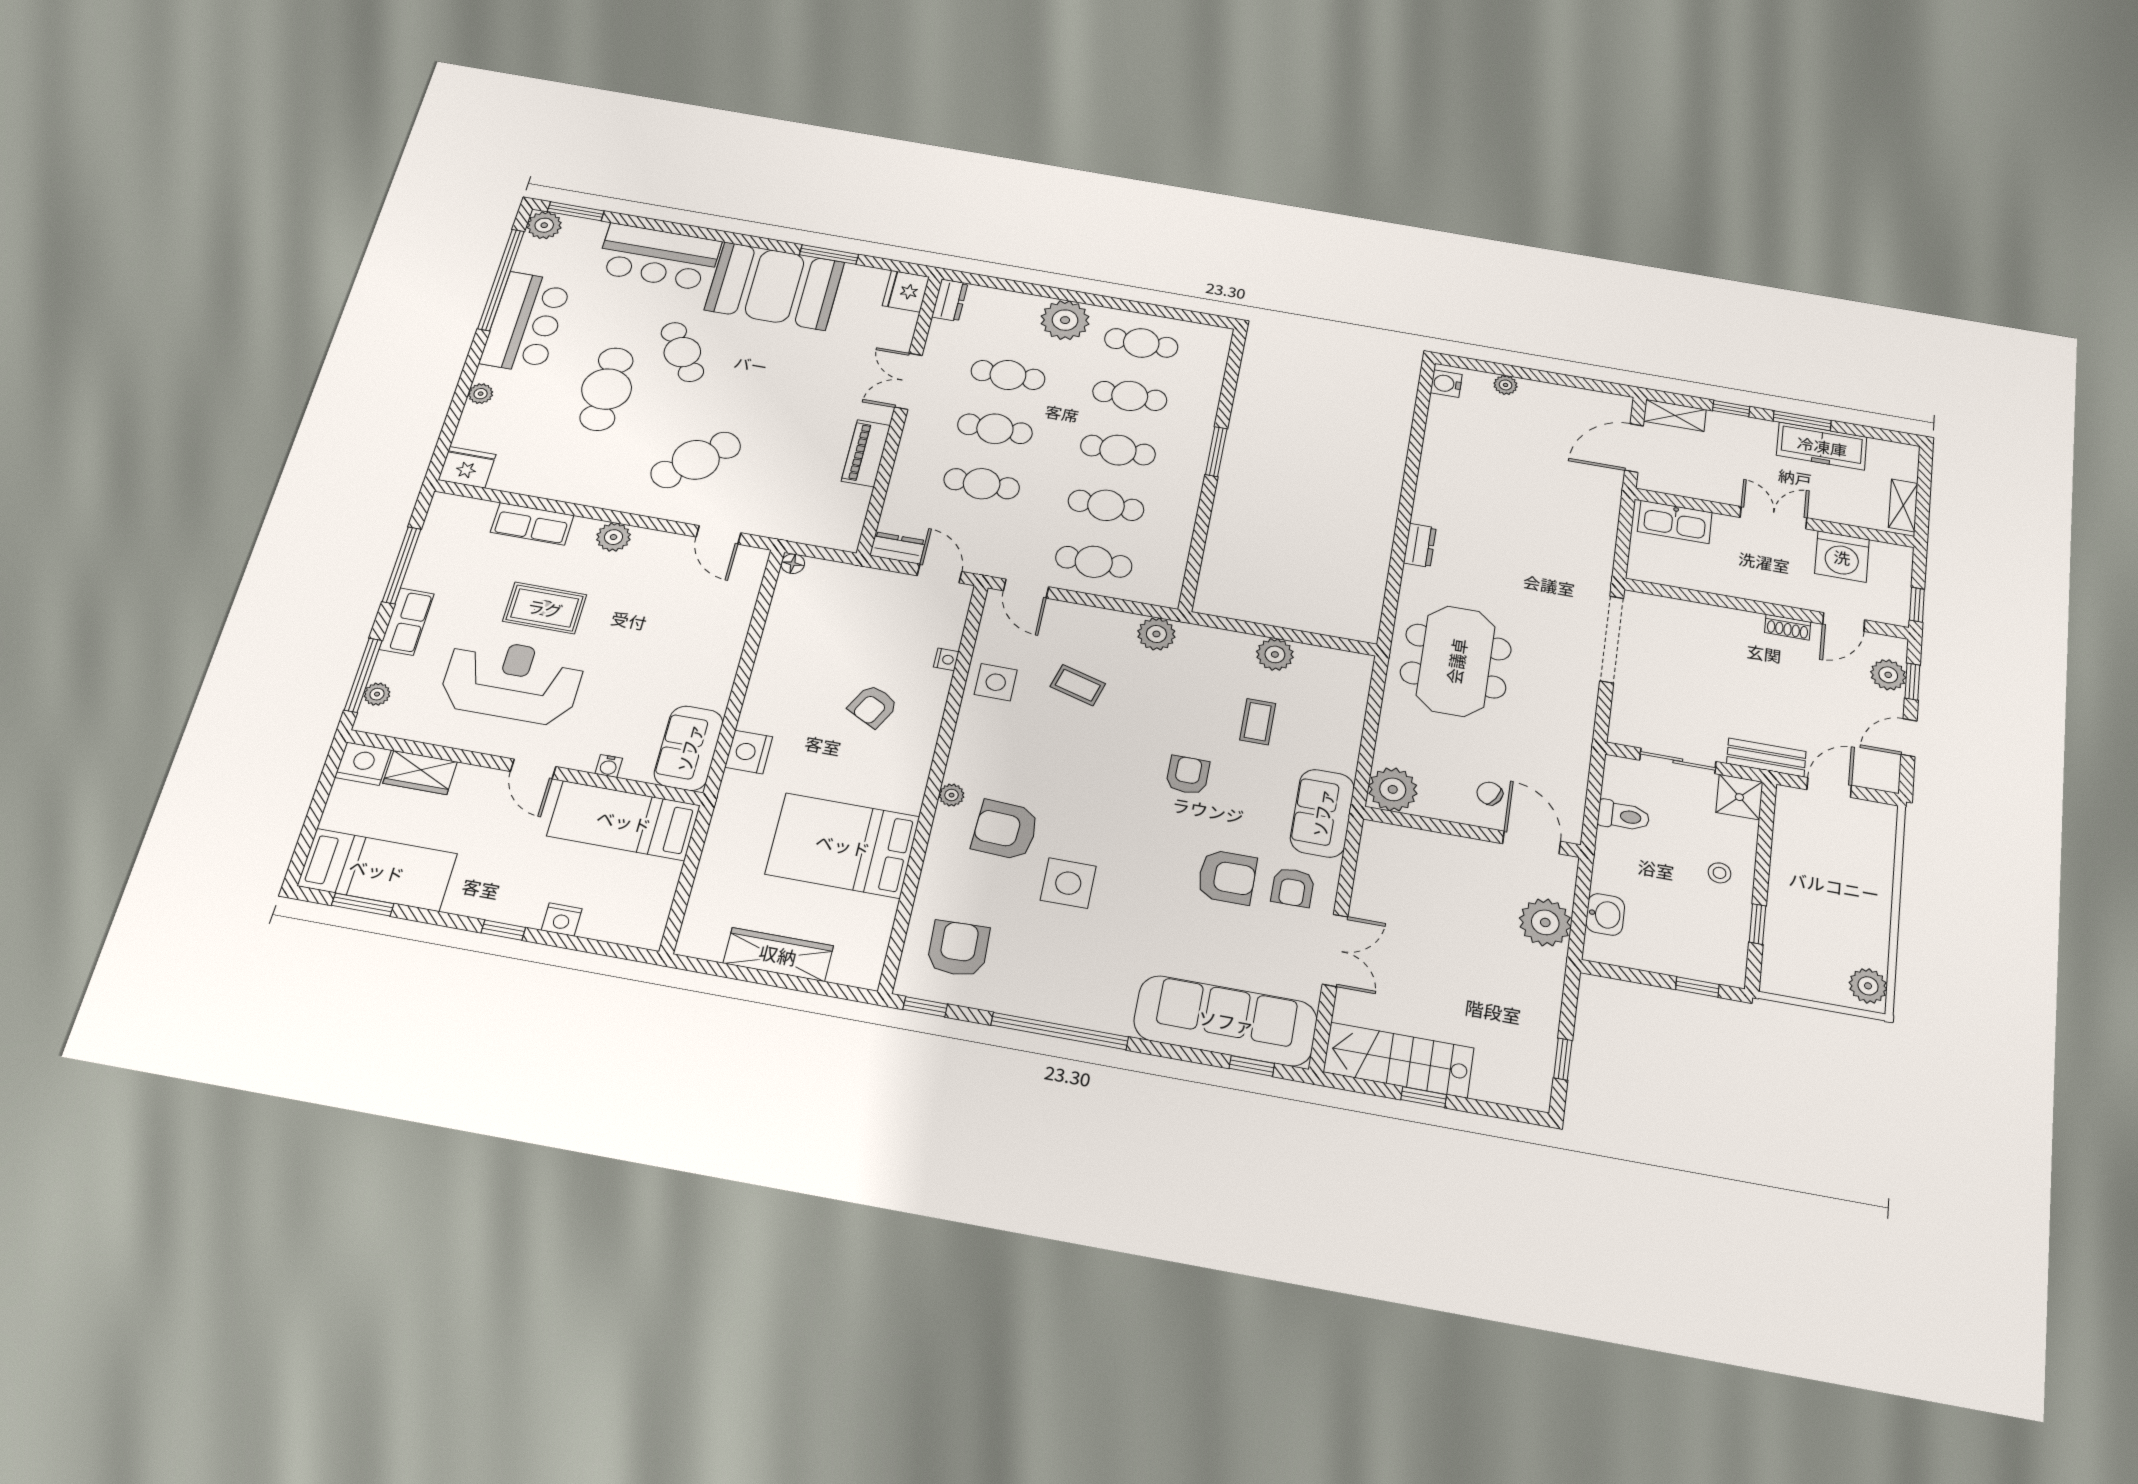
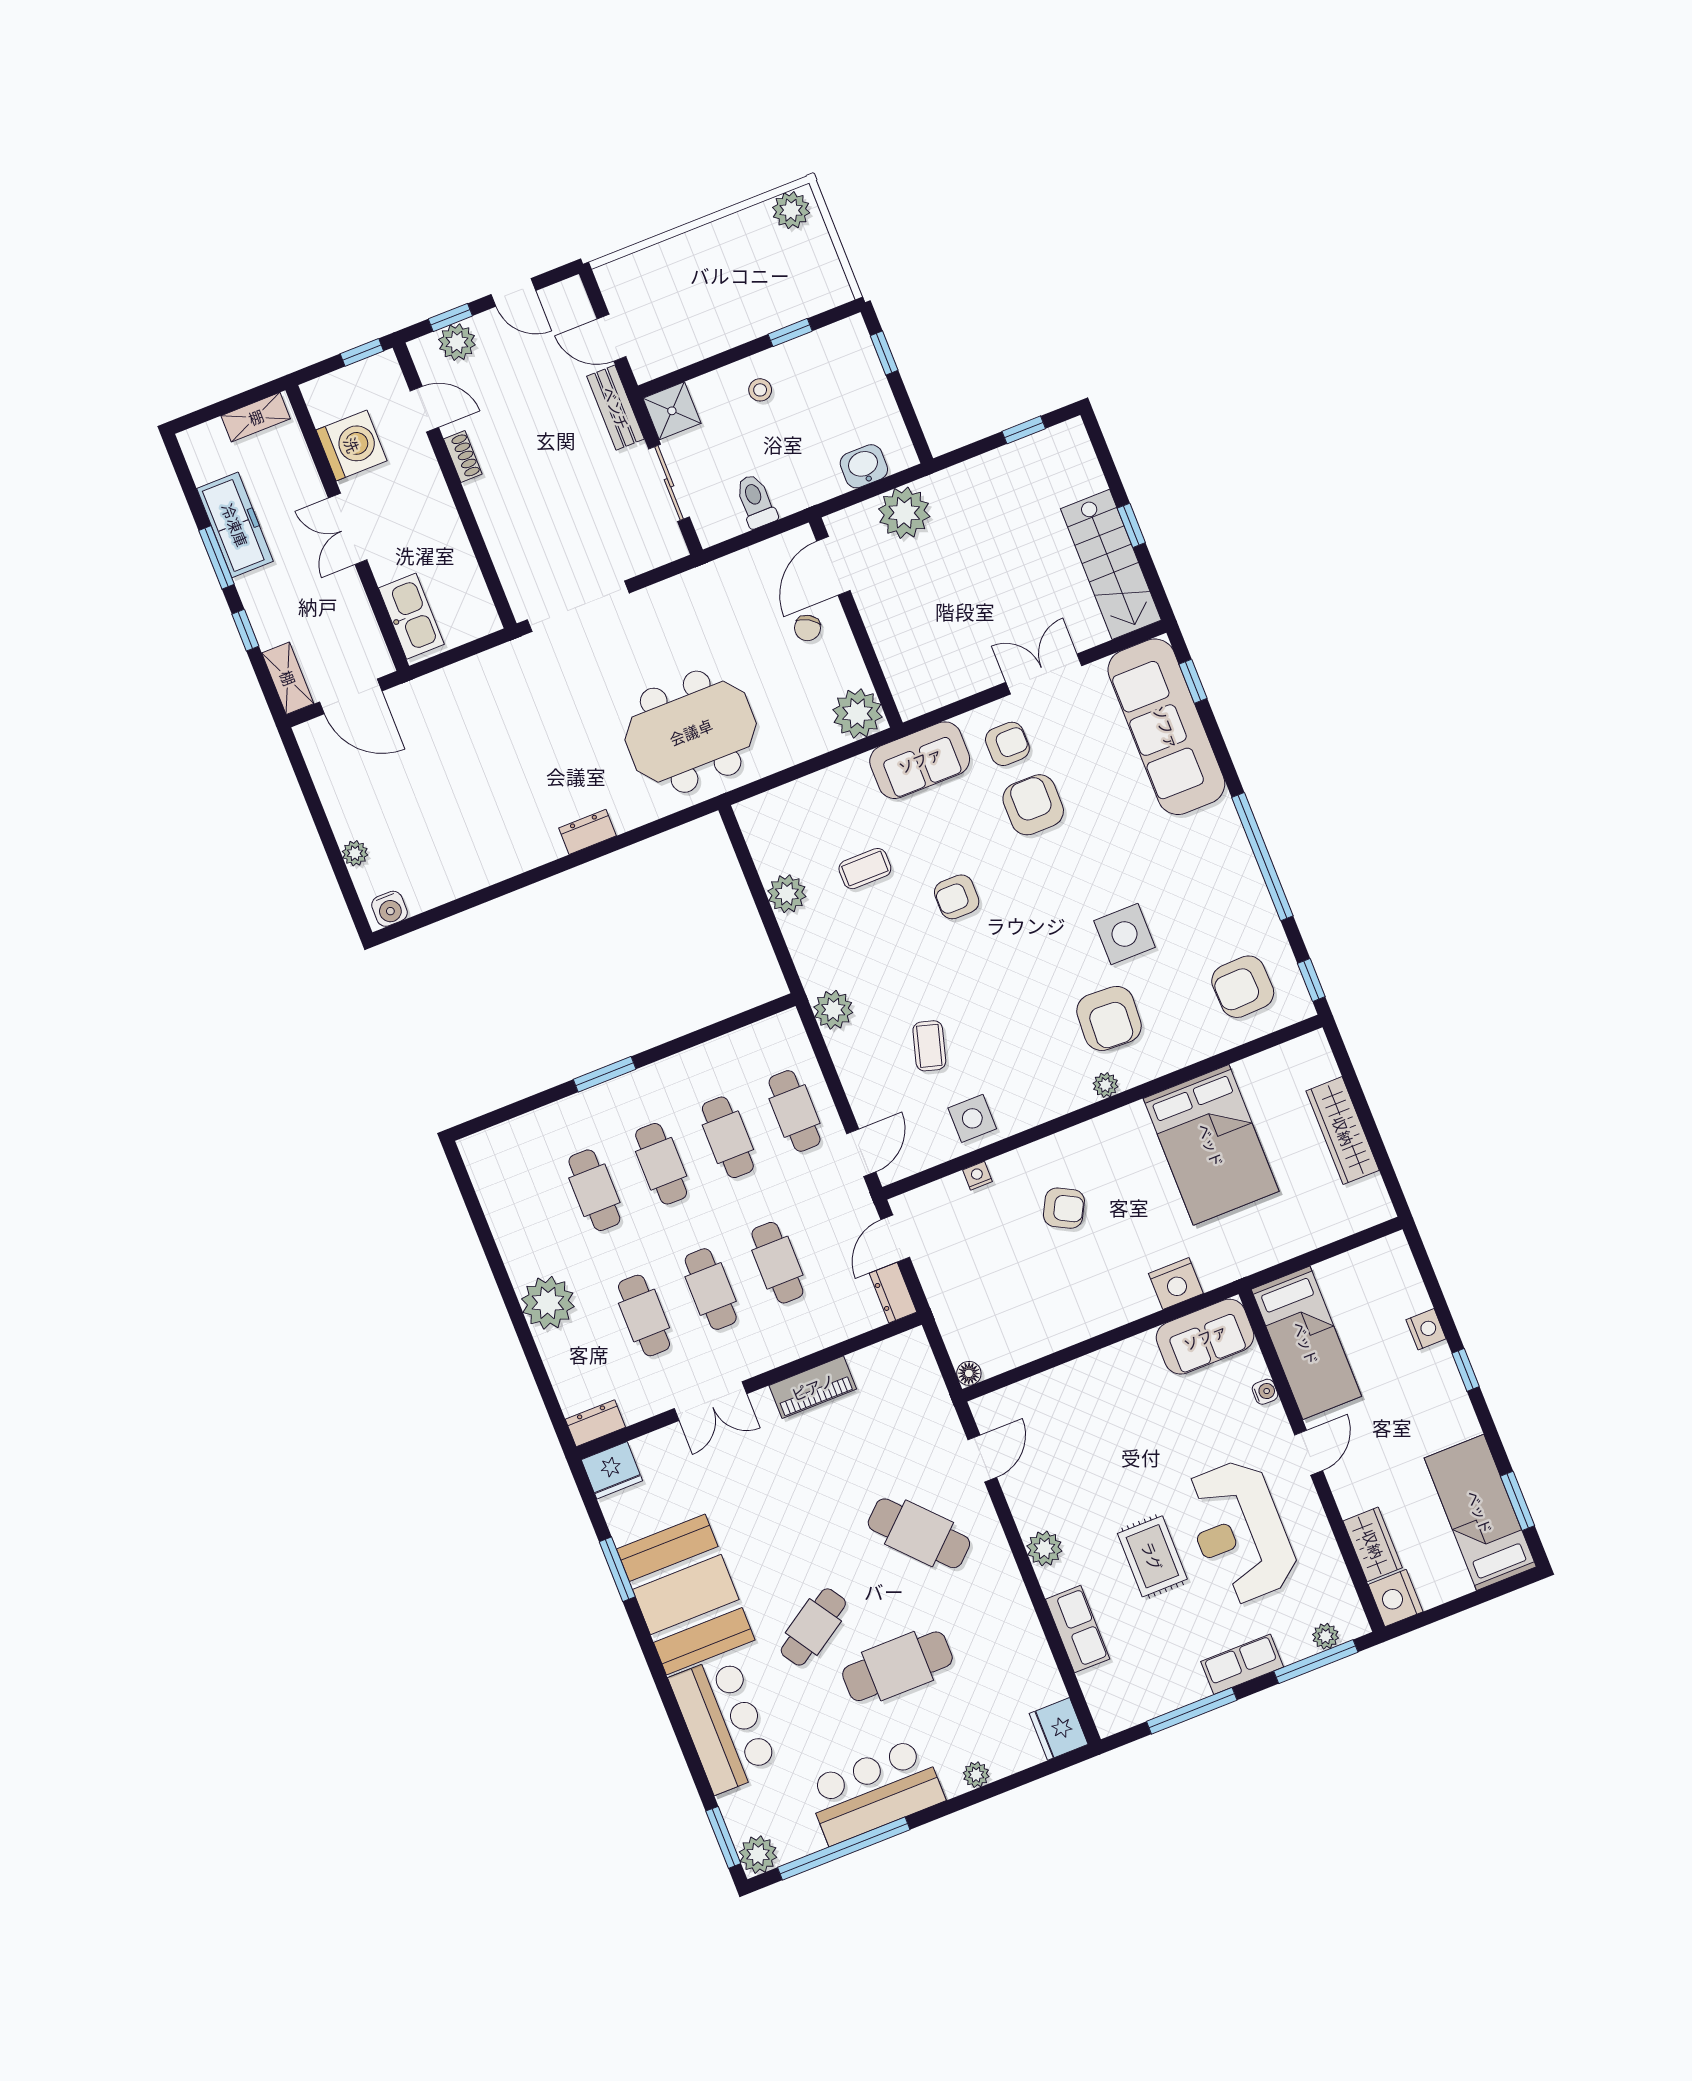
cafe table: (1141, 343) -> (528, 1217), removed

